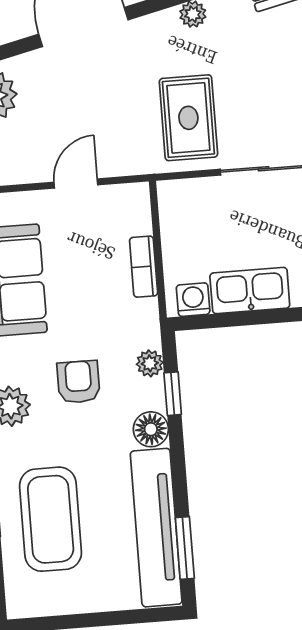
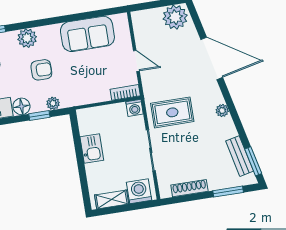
bookcase: (144, 267) -> (125, 92), moved
kitchen sink: (250, 291) -> (92, 149), width x0.73
washing machine: (193, 300) -> (135, 108), moved, turned 90

